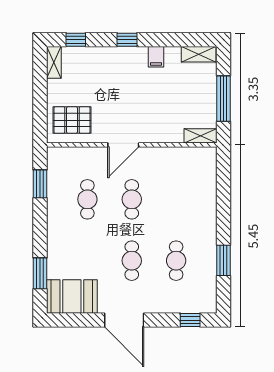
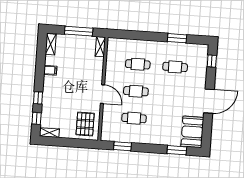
window: (127, 40) -> (38, 98), moved
cafe table: (132, 261) -> (138, 64), moved

